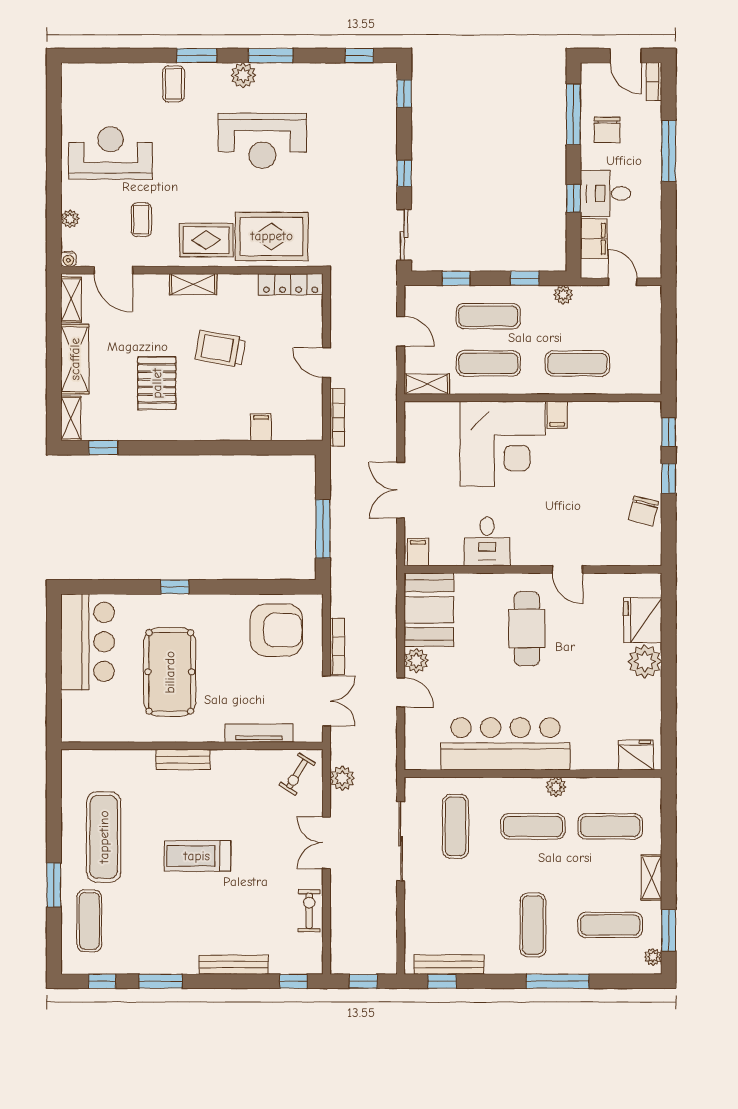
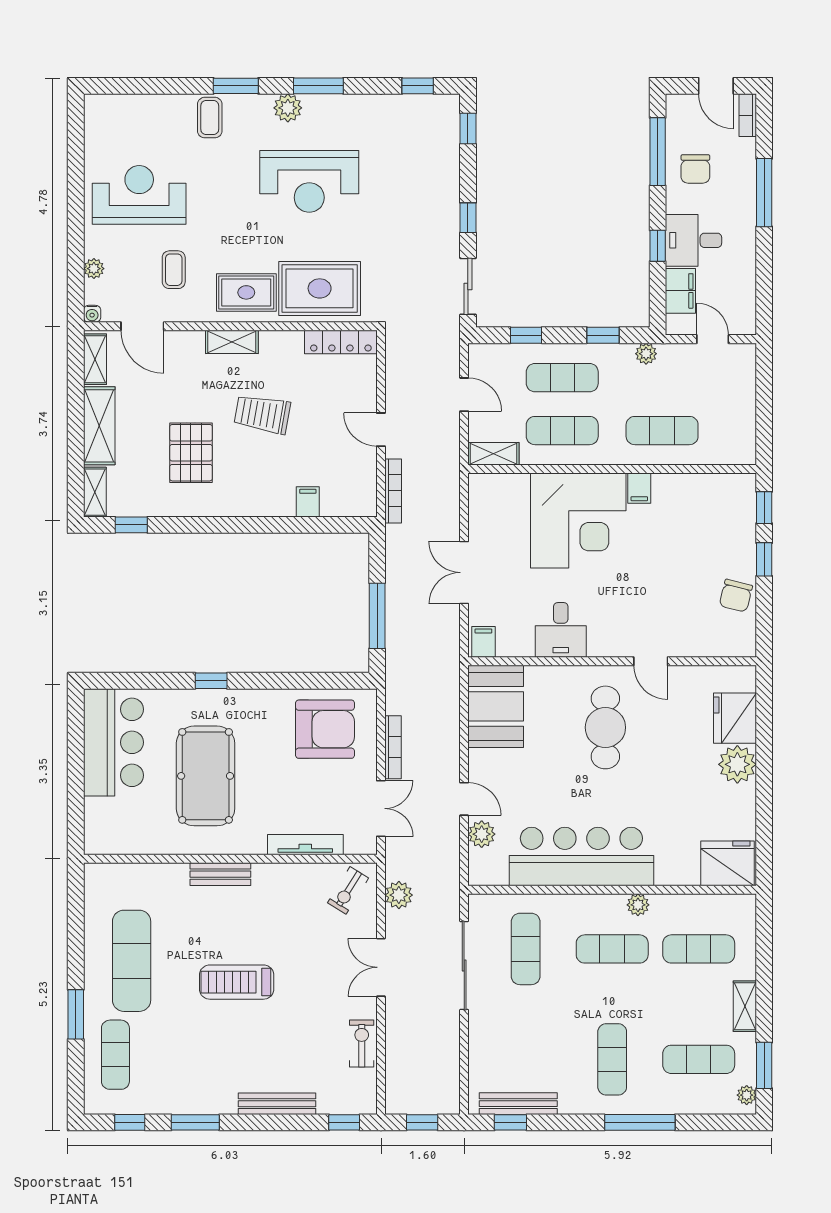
plant: (416, 661) -> (482, 834), moved
fridge: (636, 755) -> (728, 863), width x1.36, depth x1.34

